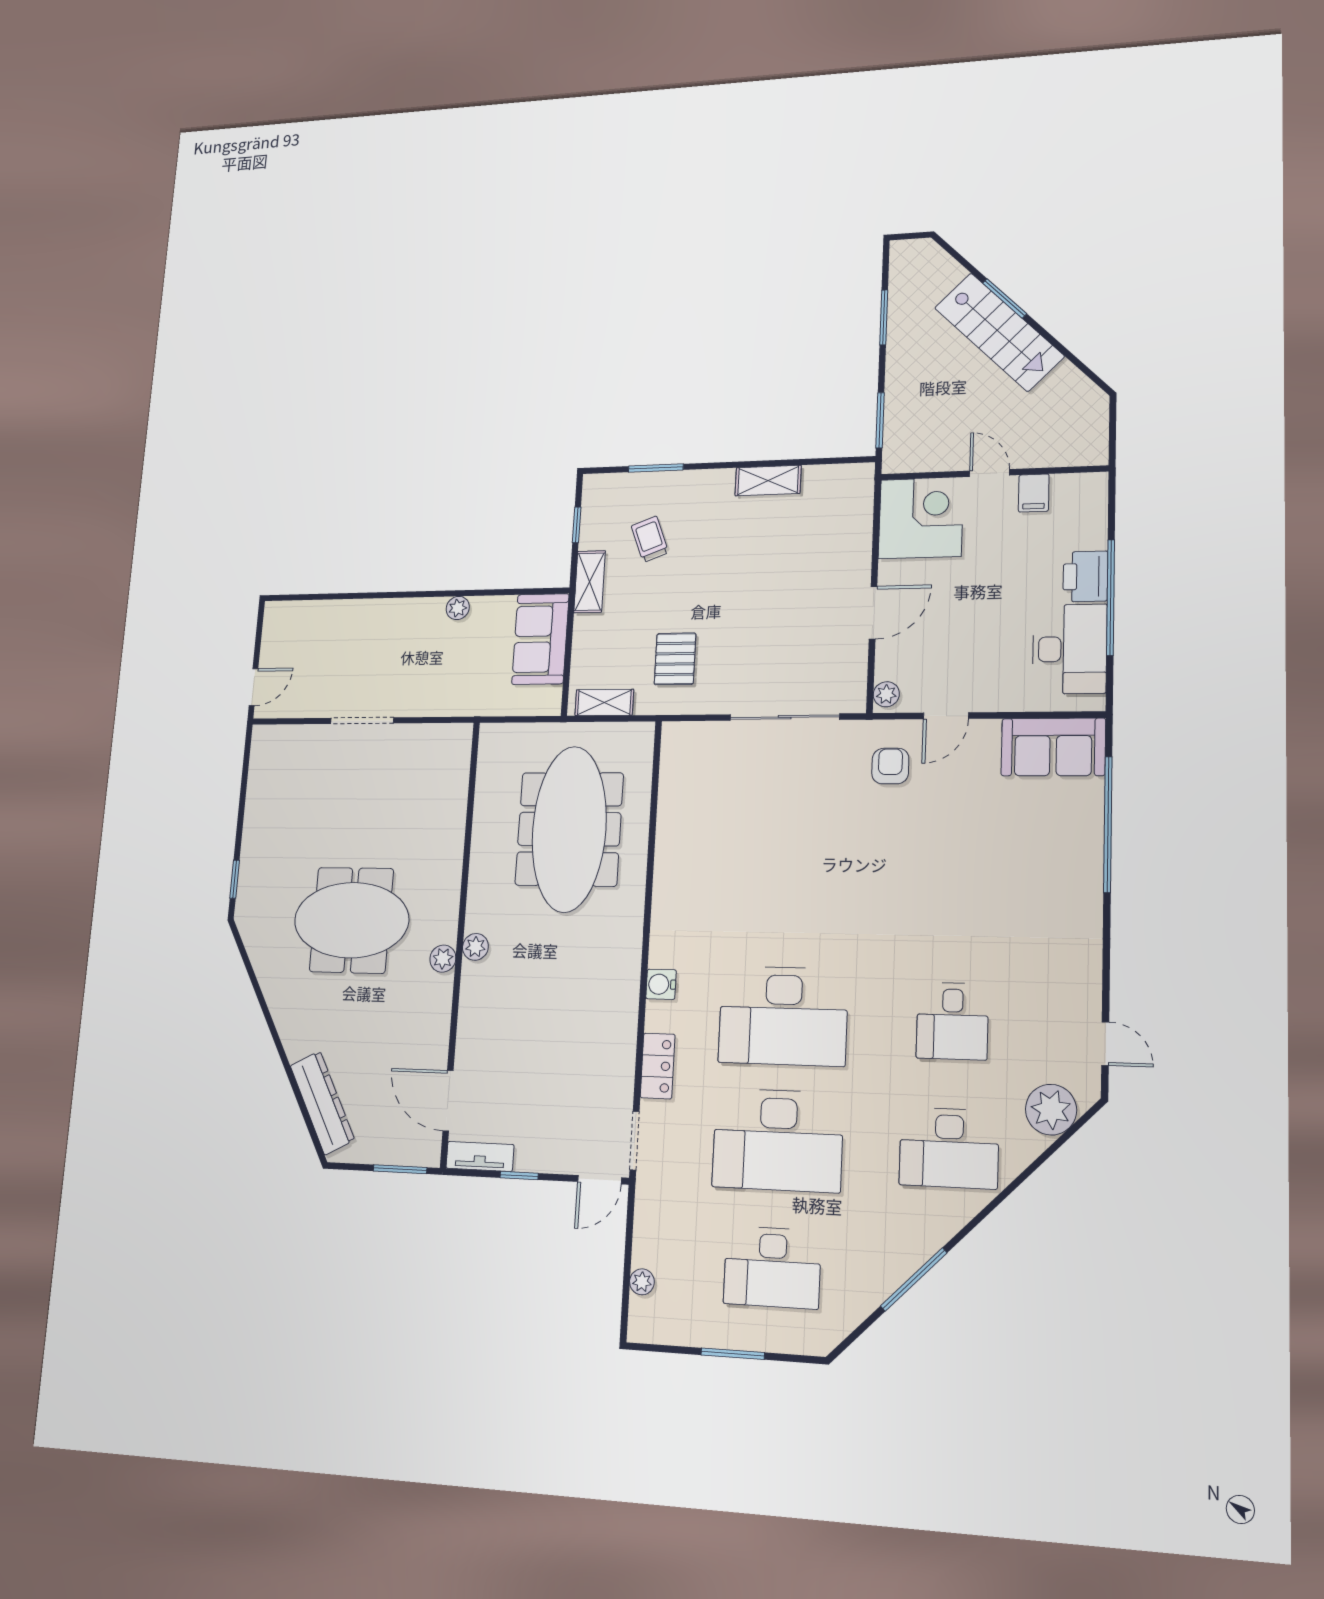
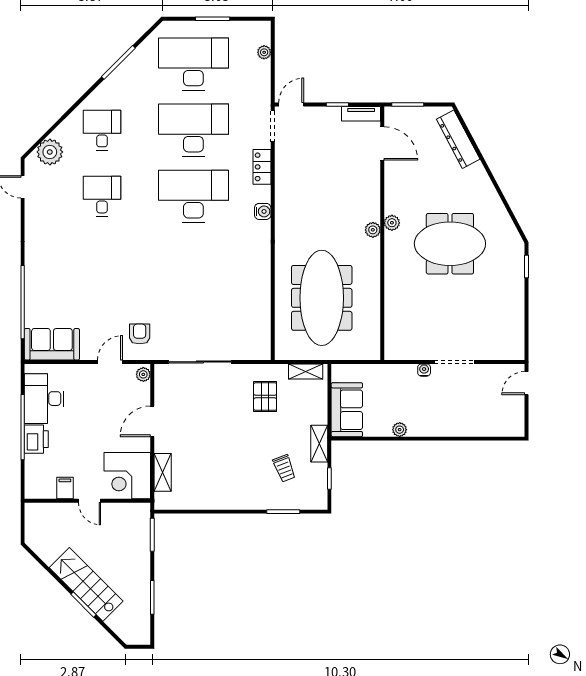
shelving: (768, 481) -> (163, 472), moved, turned 90
water cooler: (411, 707) -> (424, 370), added
armchair: (890, 766) -> (140, 334), turned 180
desk: (949, 1148) -> (102, 130), width x0.73
desk: (772, 1267) -> (193, 64), width x1.36, depth x1.30

